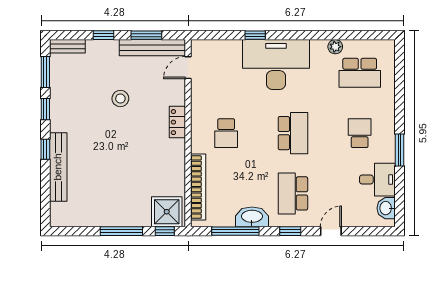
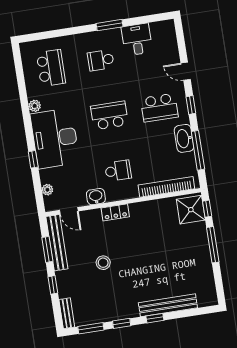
plant: (217, 46) -> (47, 190), added
plant: (335, 47) -> (35, 106), moved
washbasin: (386, 208) -> (96, 197), moved, turned 180

